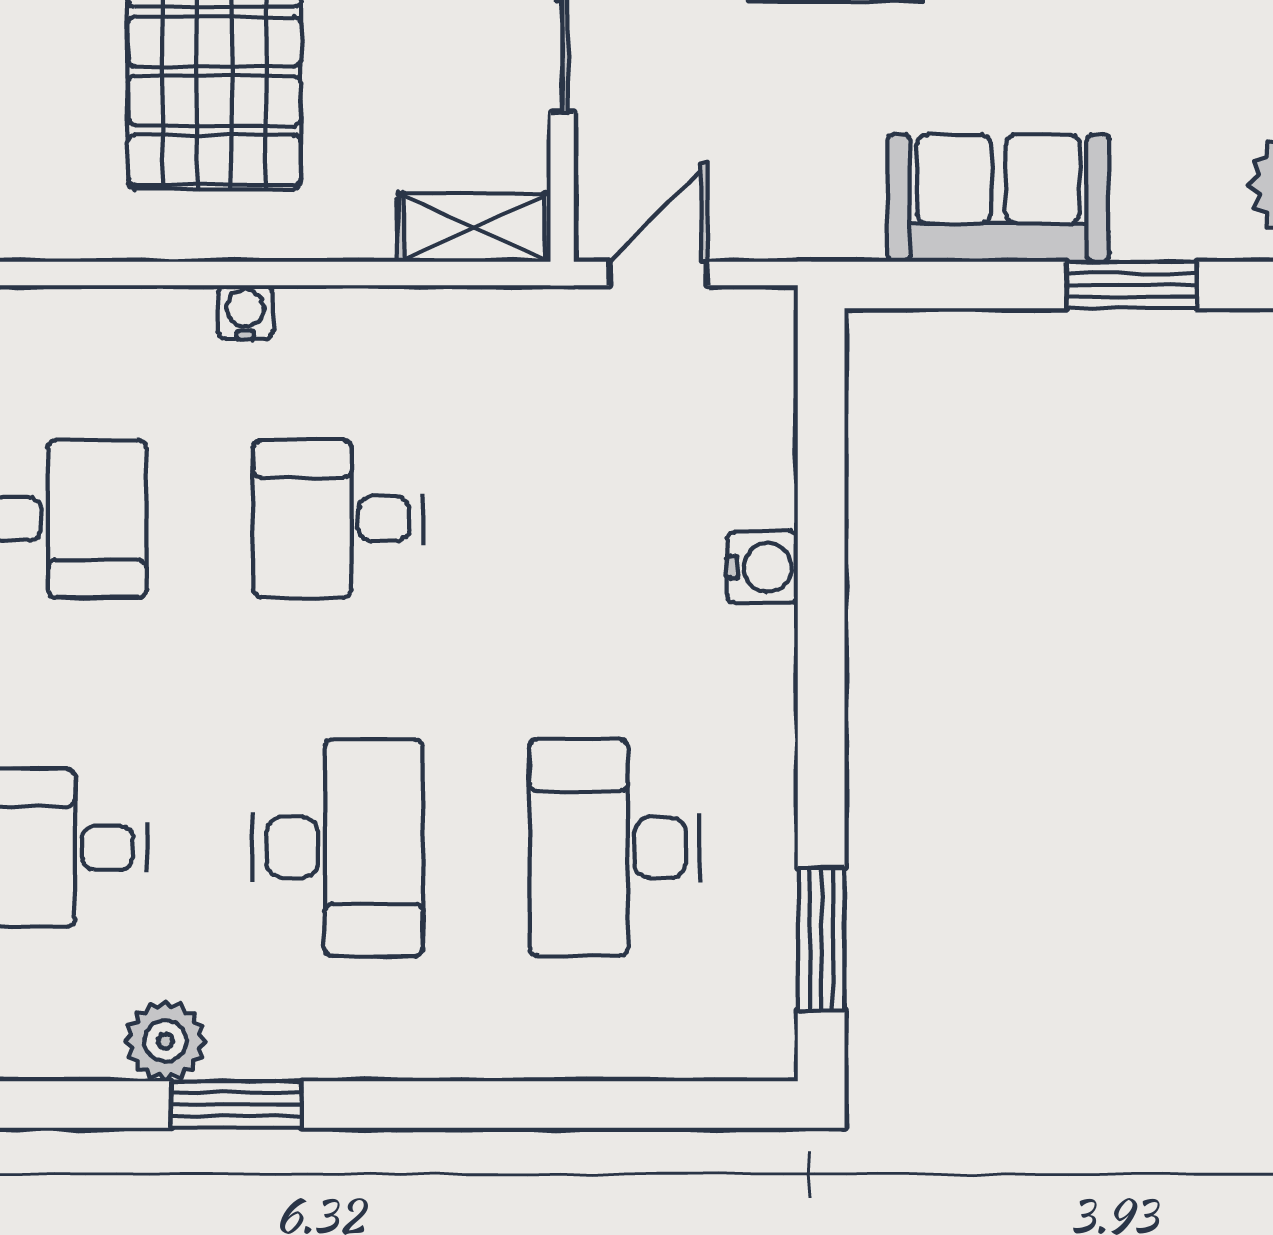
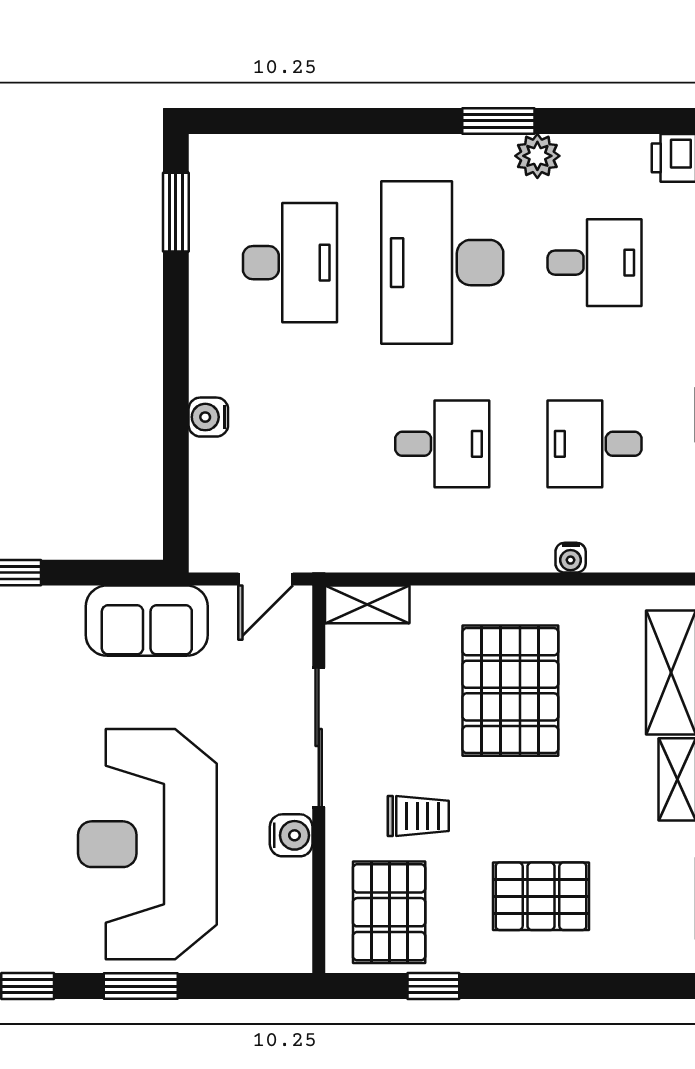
sofa: (998, 198) -> (147, 621), moved
water cooler: (245, 312) -> (571, 558), moved
desk: (338, 848) -> (442, 263), width x1.36, depth x1.30

